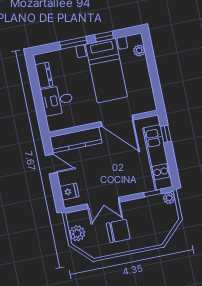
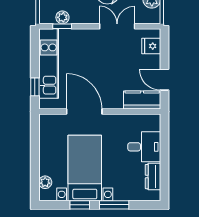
kitchen counter: (76, 140) -> (142, 100), width x0.67
plant: (169, 198) -> (62, 17), moved

